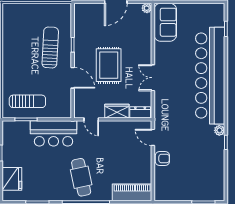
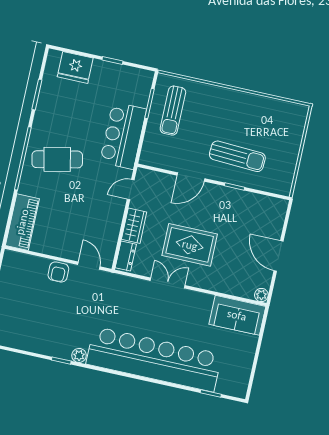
rug: (109, 65) -> (190, 245), moved
door: (153, 137) -> (89, 266), hinge flipped

